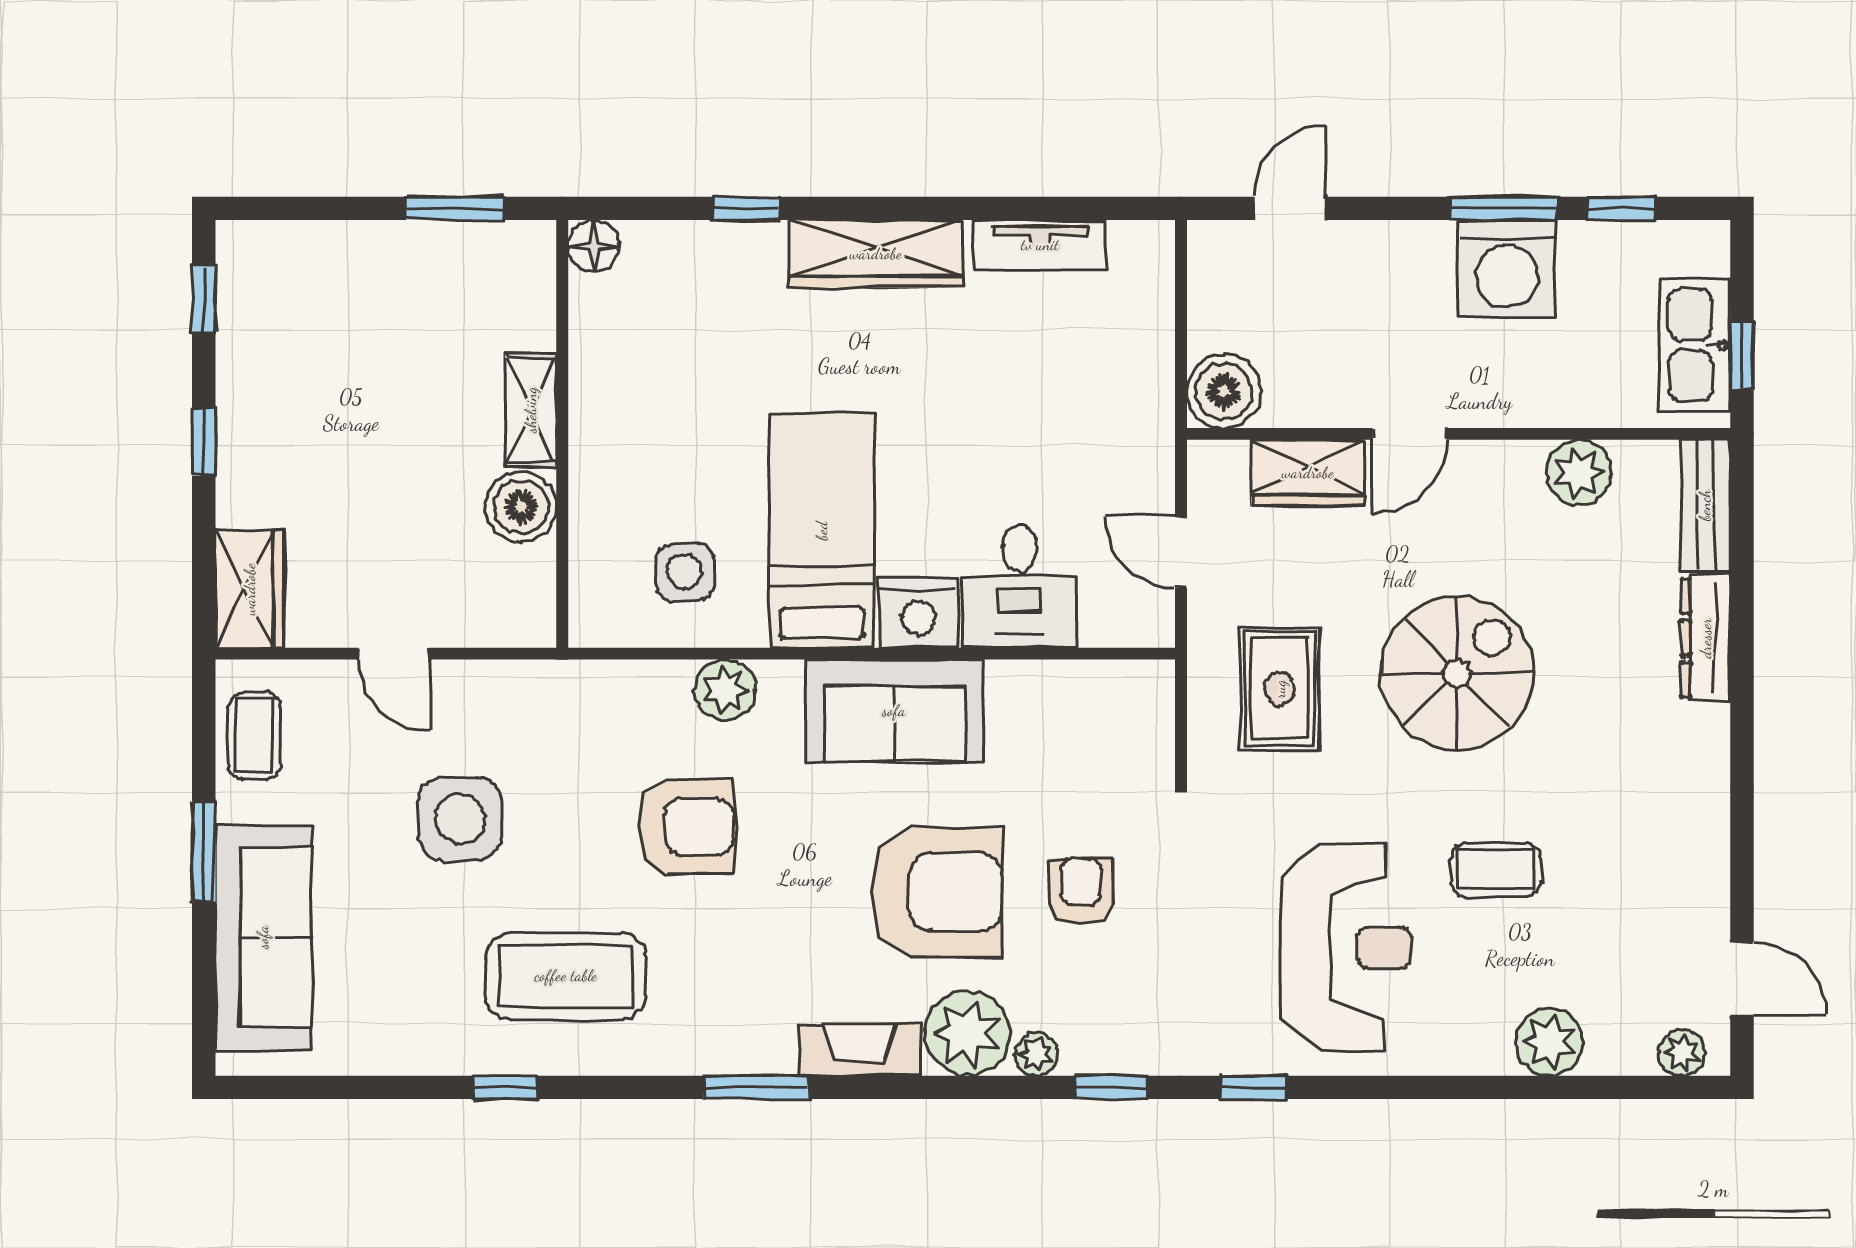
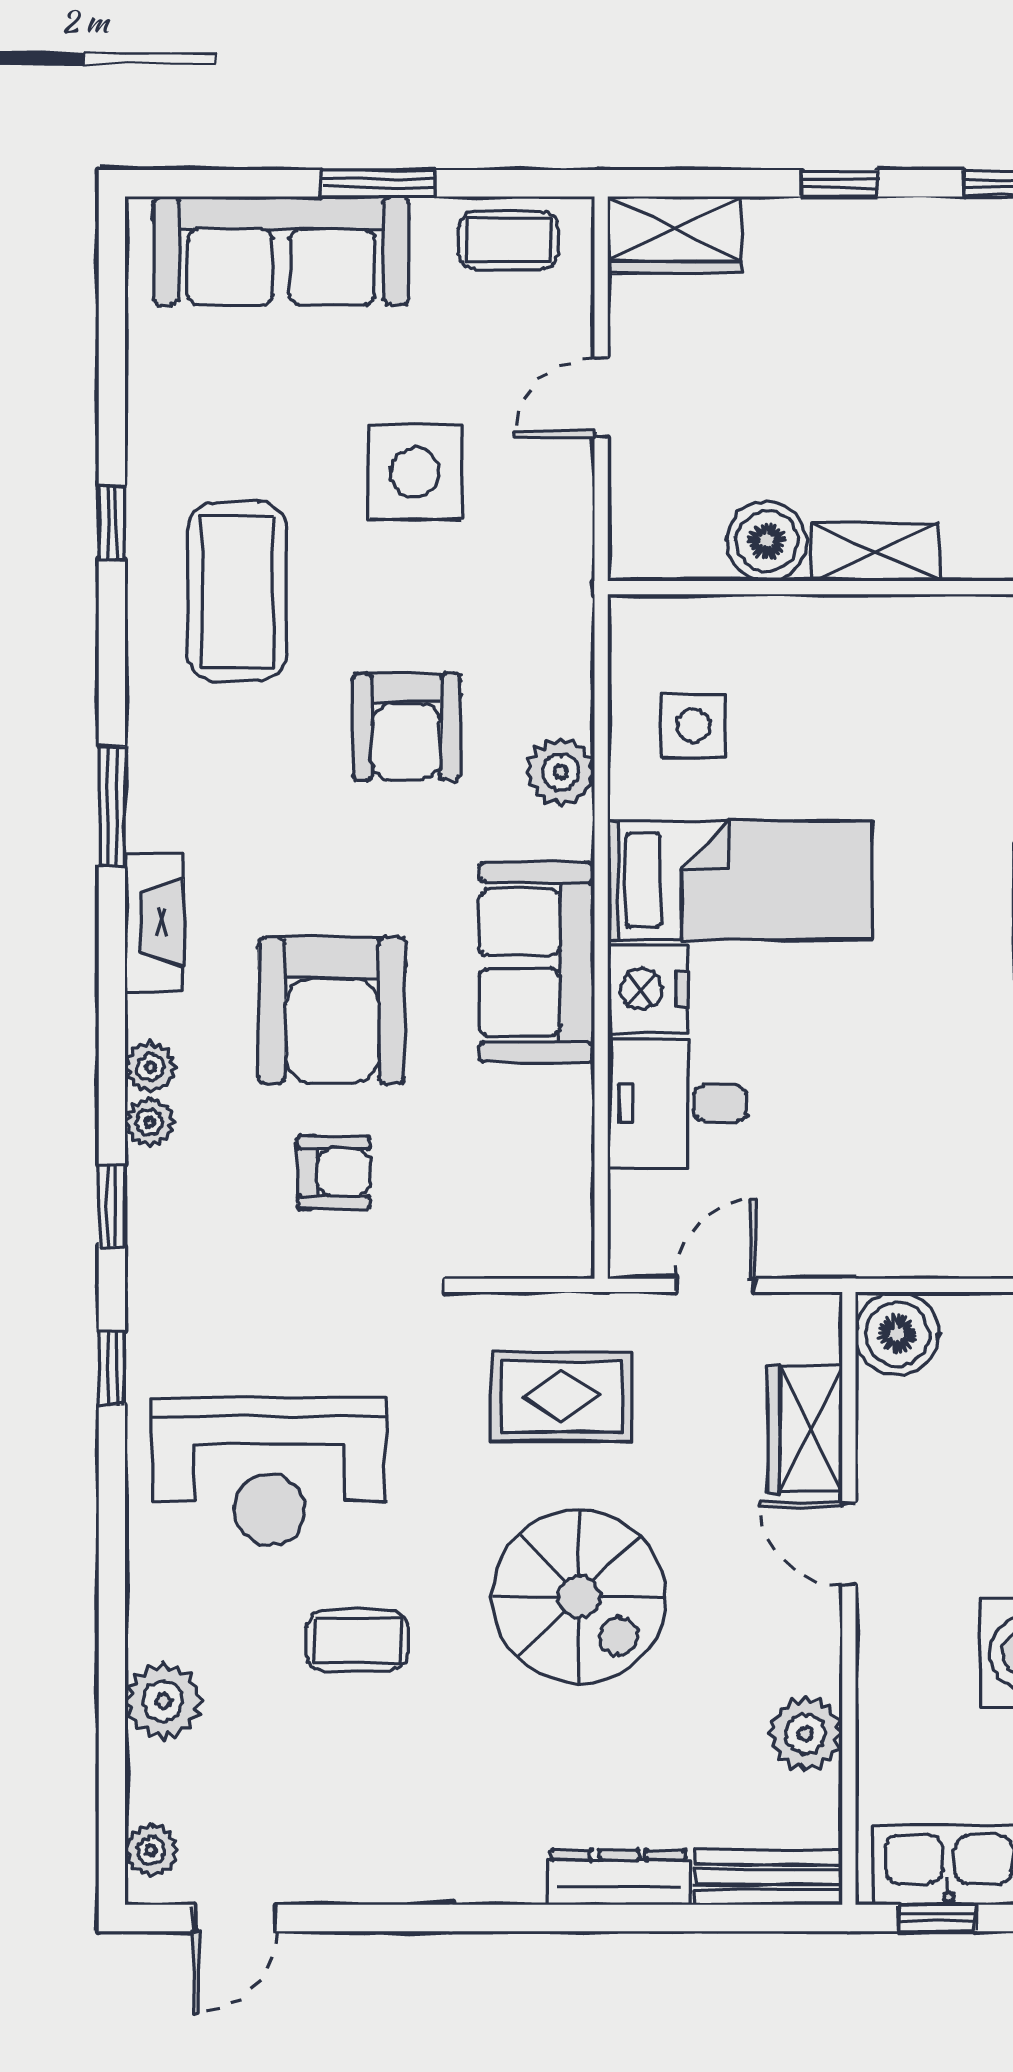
coffee table: (1496, 870) -> (357, 1640), turned 90
plant: (968, 1033) -> (150, 1067), width x0.53, depth x0.53

